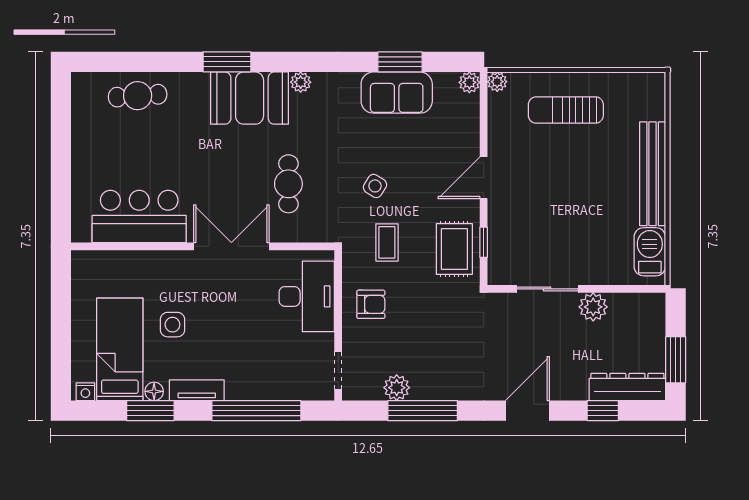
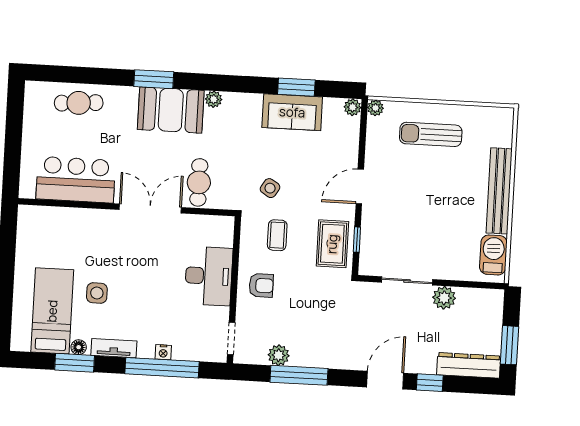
bar counter: (139, 216) -> (76, 180), moved
wall: (203, 246) -> (127, 207), moved
double door: (231, 246) -> (150, 208), moved
nightstand: (85, 392) -> (163, 352), moved
window: (603, 411) -> (430, 383), moved

